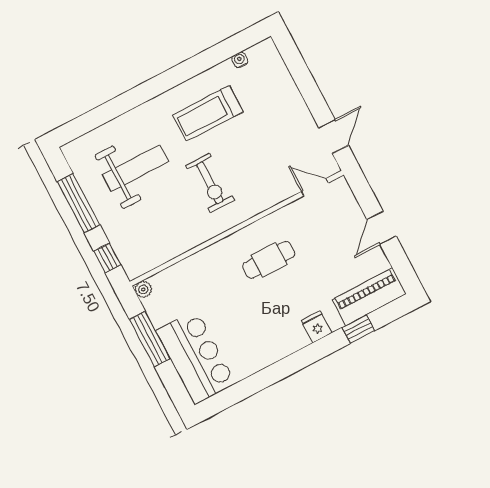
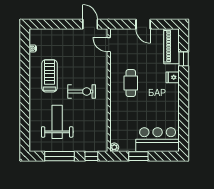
treadmill: (208, 113) -> (49, 76), turned 180
door: (315, 187) -> (109, 45), hinge flipped
window: (150, 339) -> (138, 156), width x0.69

